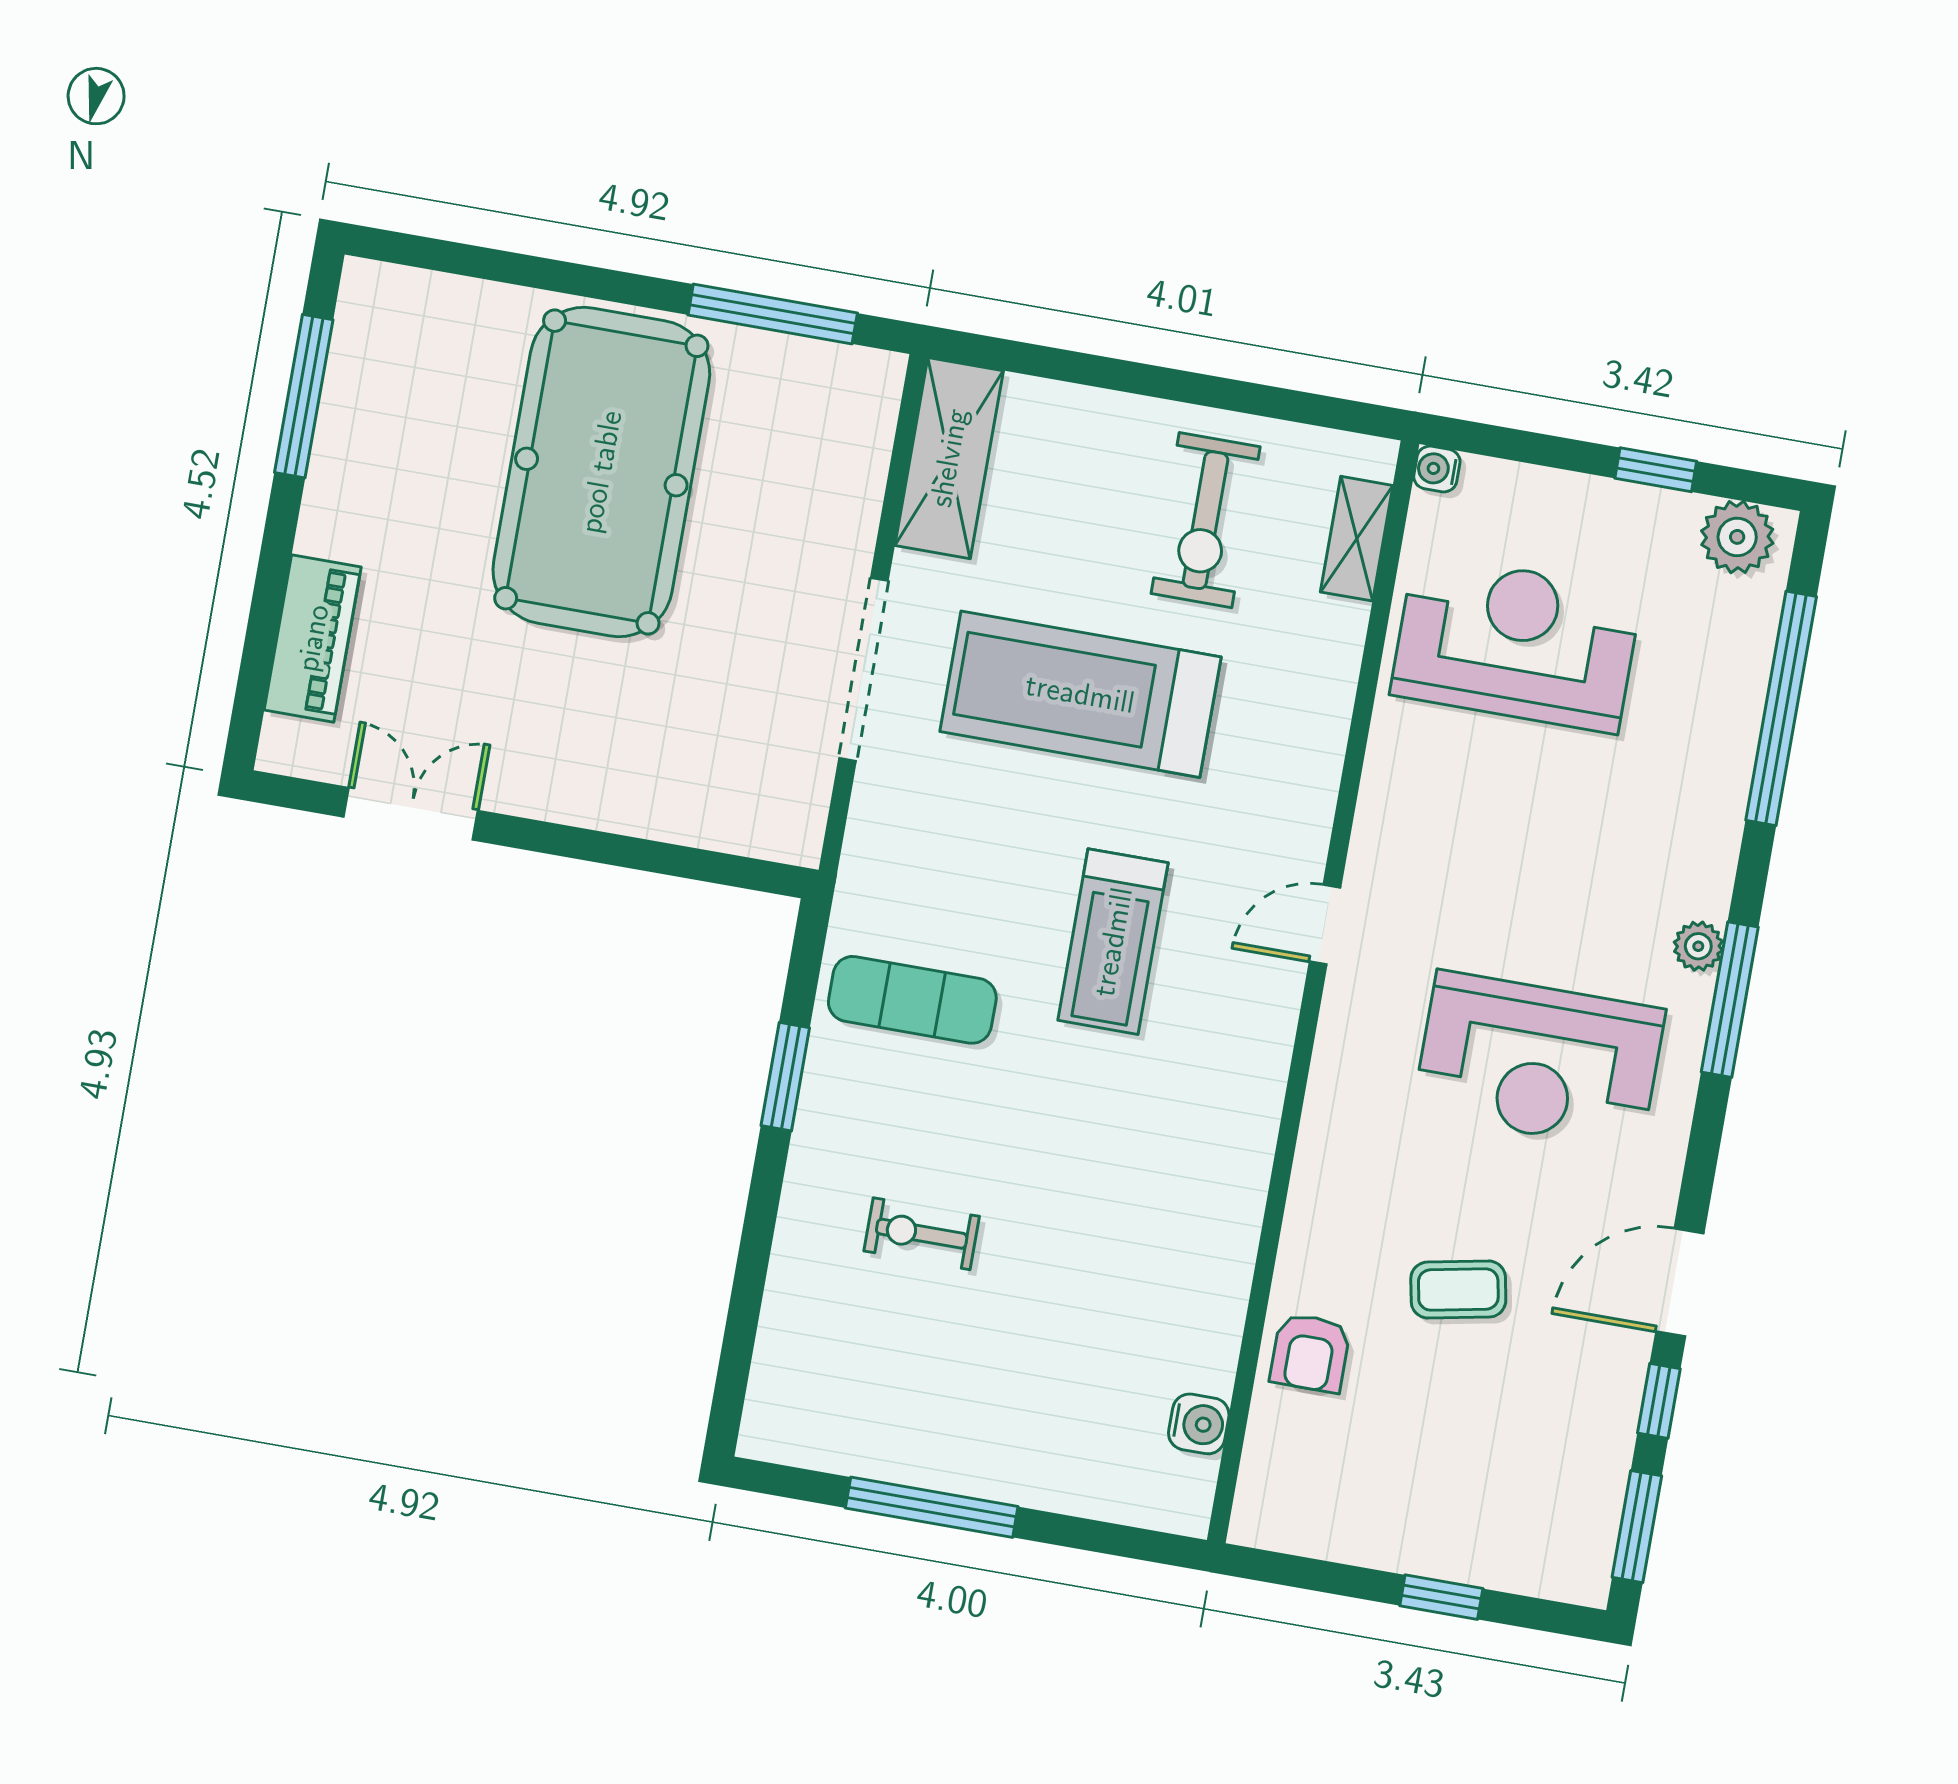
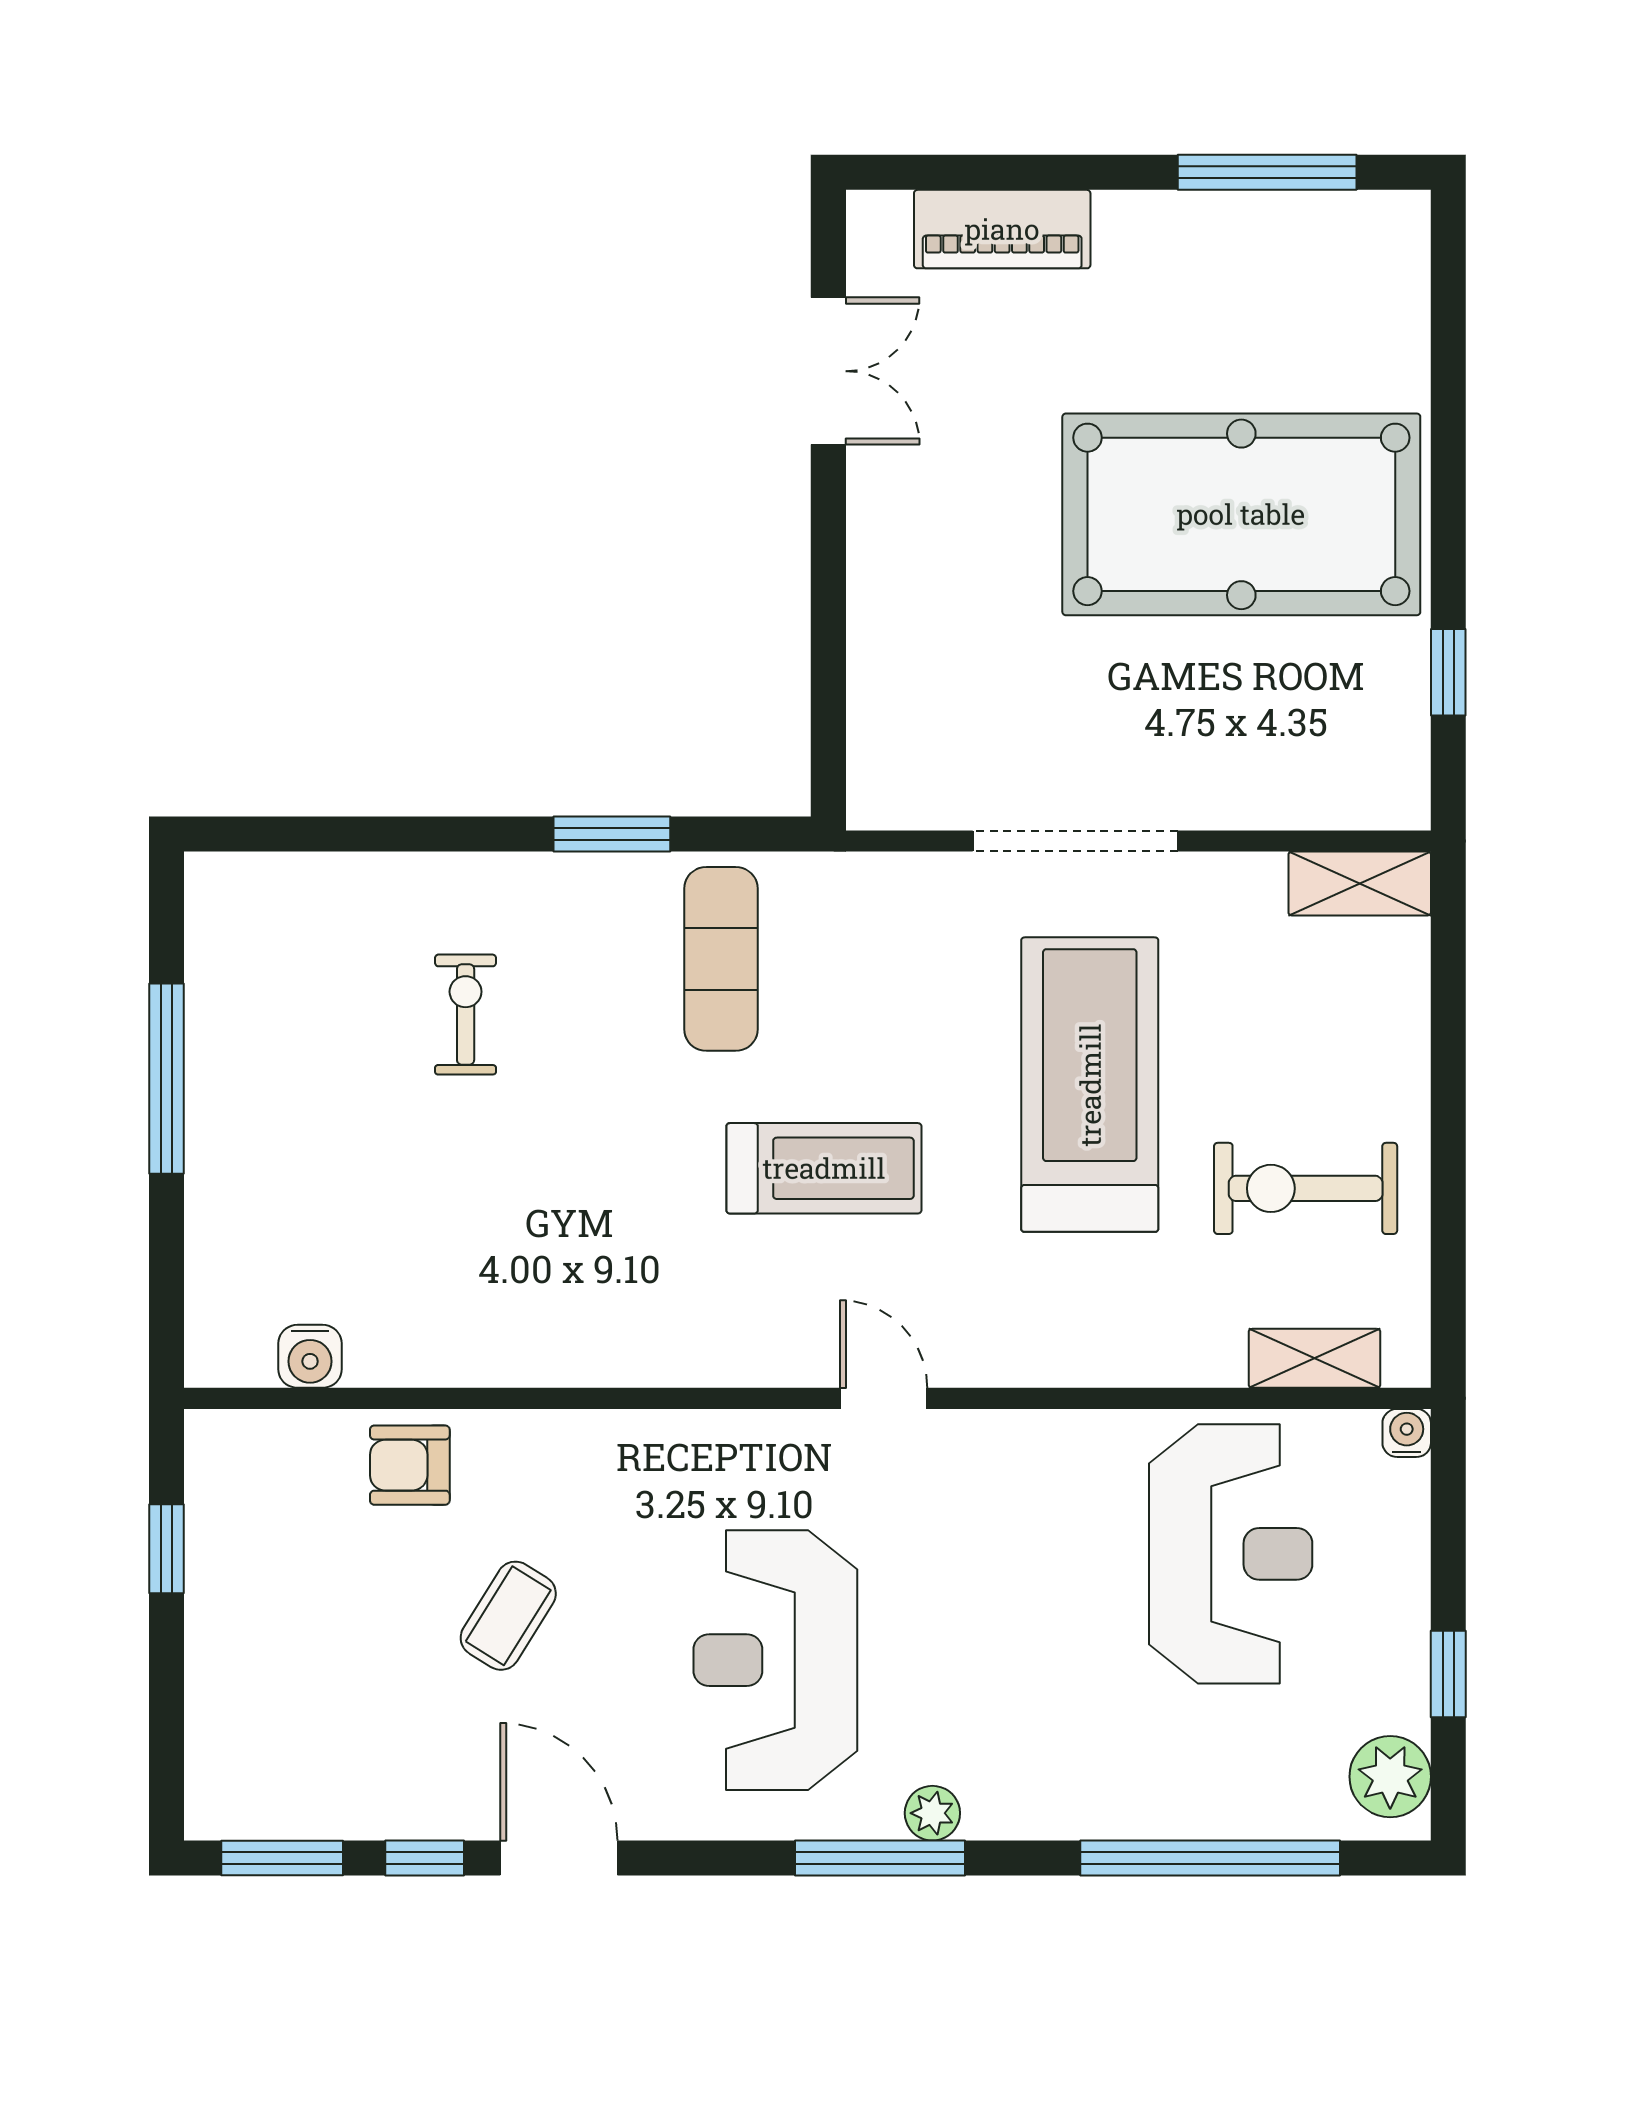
window: (773, 314) -> (1448, 672), width x0.46
shelving: (949, 458) -> (1360, 884), width x0.67, depth x0.75
treadmill: (1113, 942) -> (824, 1168), turned 180
coffee table: (1458, 1290) -> (508, 1616), turned 43
window: (1441, 1597) -> (167, 1549), moved

